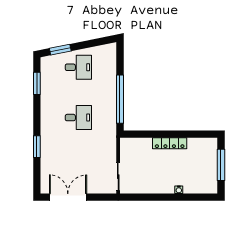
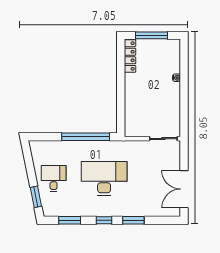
window: (37, 117) -> (104, 220), added
desk: (78, 118) -> (104, 179), width x1.87, depth x1.30
locker: (170, 143) -> (130, 56), moved

